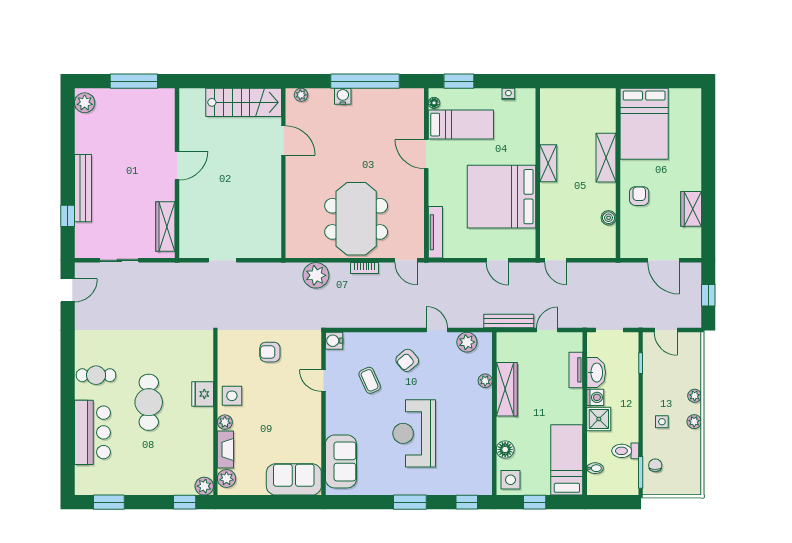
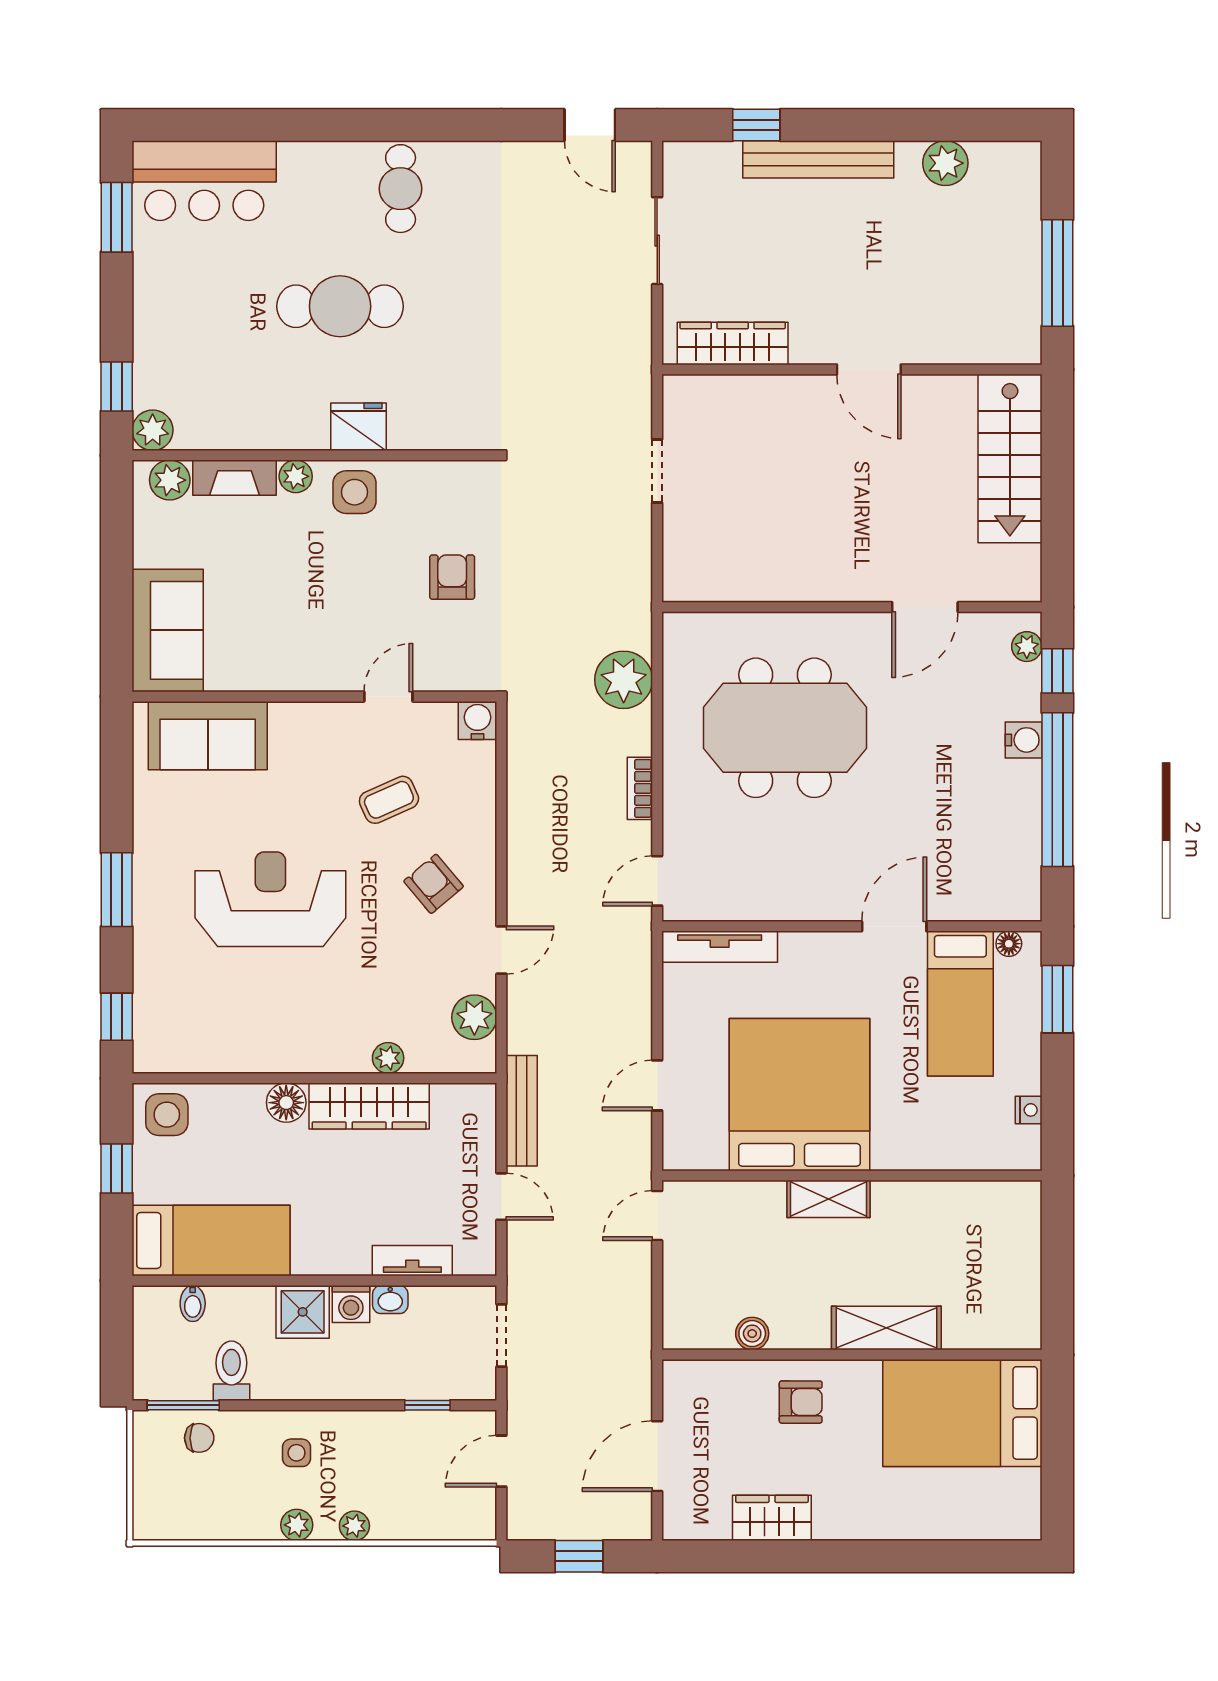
window: (312, 81) -> (1057, 671), added
stairs: (244, 102) -> (1010, 459), moved
plant: (85, 103) -> (945, 163), moved
shelving: (548, 163) -> (828, 1199), moved
meeting table: (356, 219) -> (785, 728), moved
washbasin: (596, 373) -> (390, 1300), width x0.52, depth x0.69
bar counter: (92, 432) -> (204, 181), moved
floor lamp: (505, 449) -> (286, 1103), moved

